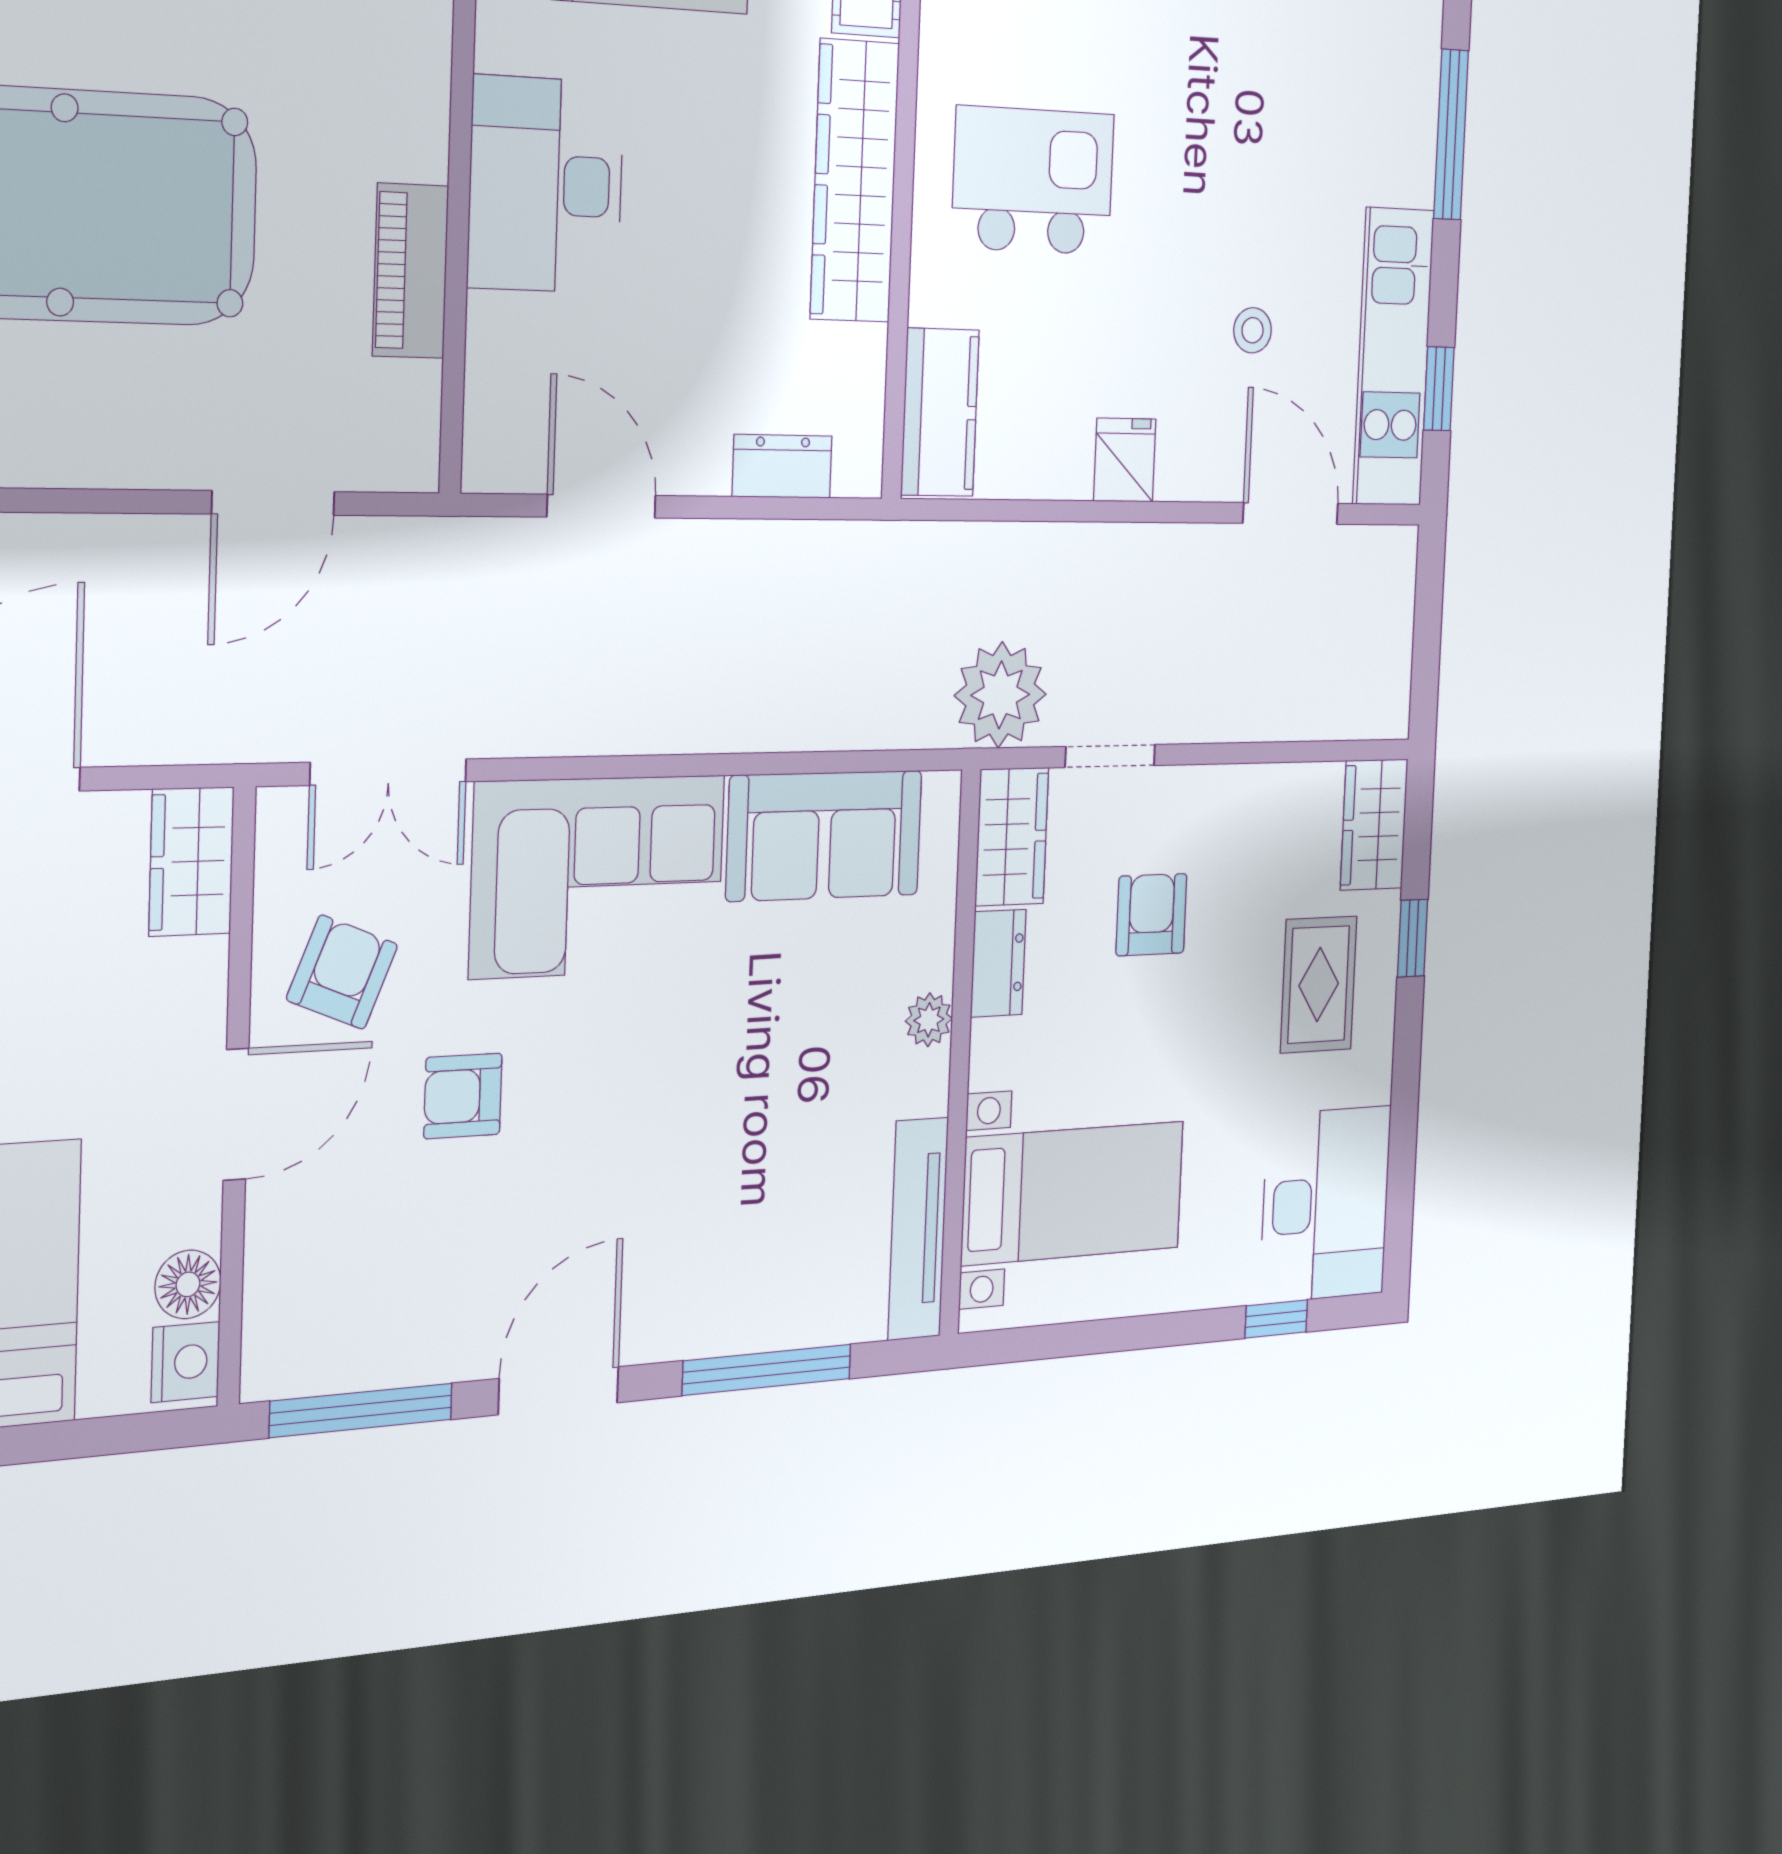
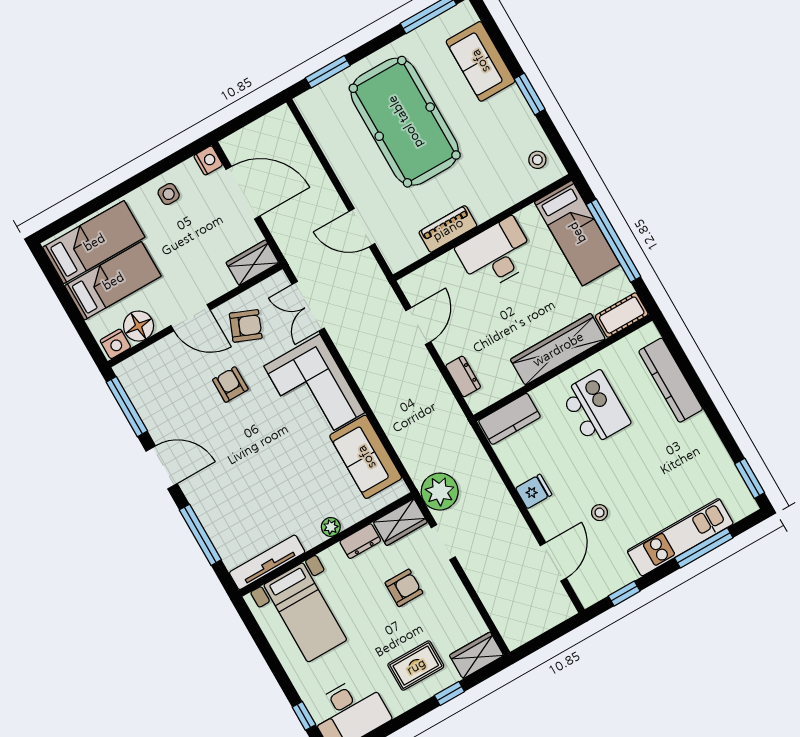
kitchen unit: (1393, 357) -> (680, 537), moved
floor lamp: (188, 1284) -> (139, 326), width x1.38, depth x1.38

